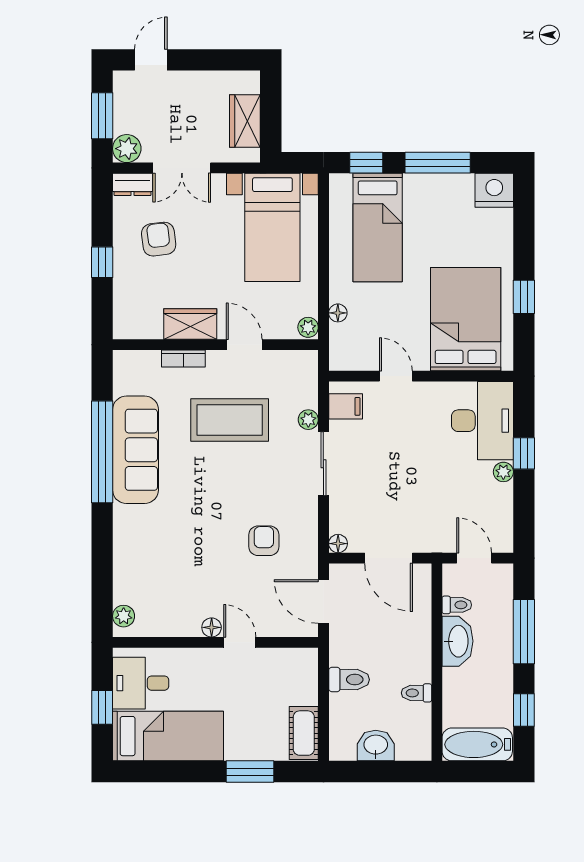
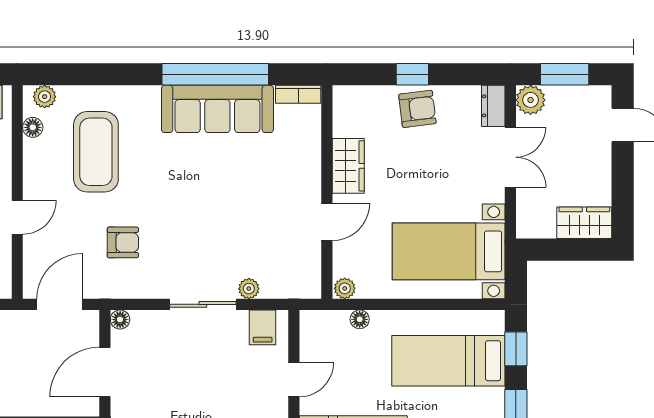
wardrobe: (245, 121) -> (584, 223), moved
double door: (182, 168) -> (510, 157), swing flipped
armchair: (159, 239) -> (417, 109), moved
bookcase: (183, 358) -> (298, 94), moved, turned -90
coffee table: (230, 420) -> (96, 152), moved
floor lamp: (212, 627) -> (33, 127), moved

